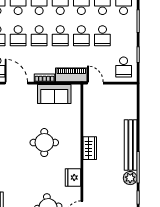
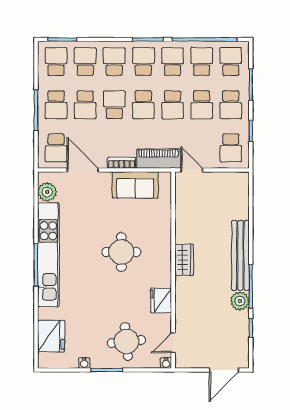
school desk: (39, 36) -> (114, 105), turned 180
school desk: (124, 36) -> (231, 105), added

